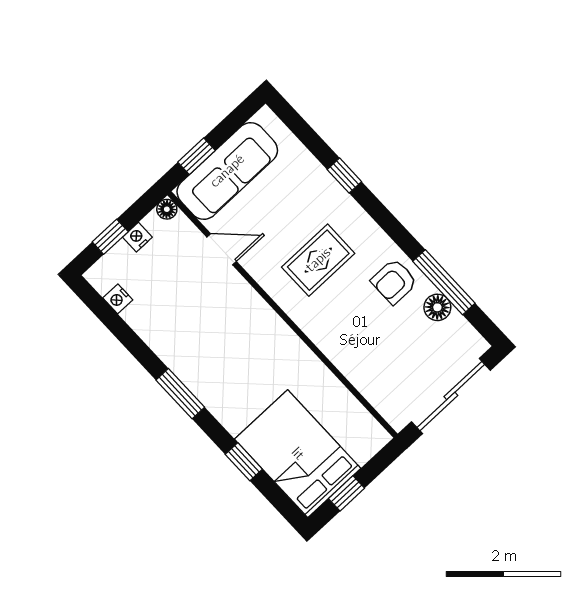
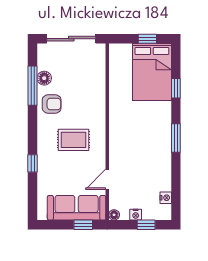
door: (222, 249) -> (107, 179), hinge flipped

